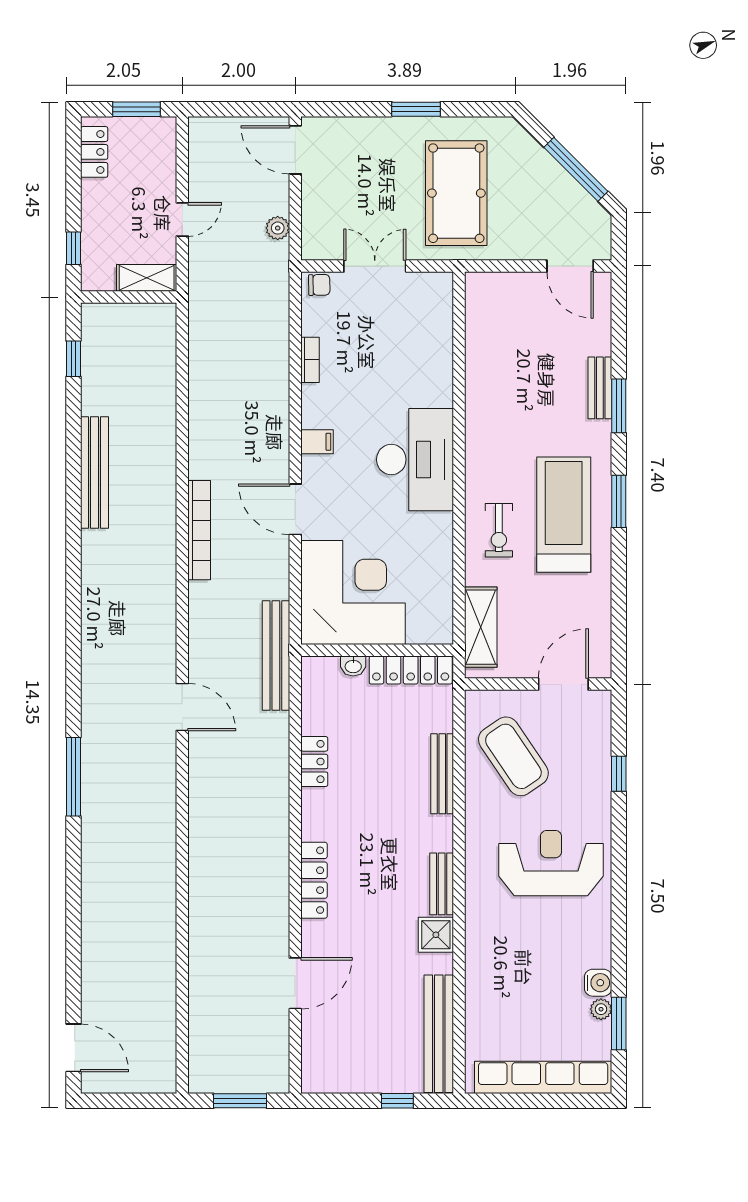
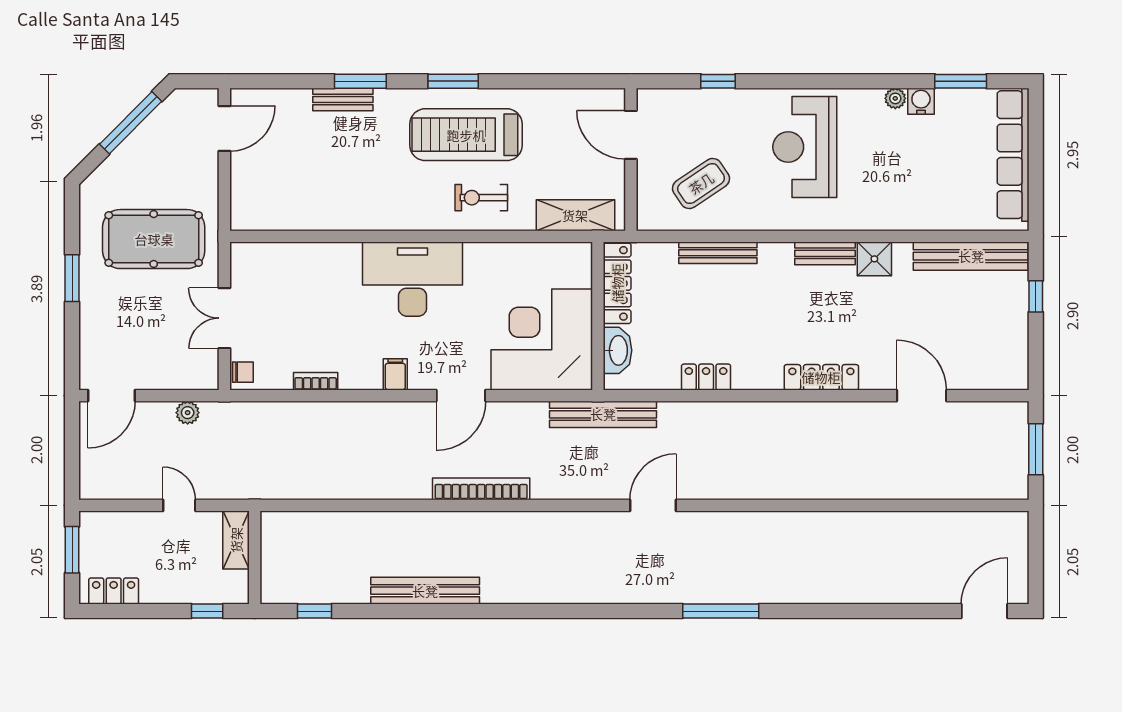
chair: (319, 285) -> (243, 372), turned 91
exercise bike: (499, 530) -> (481, 198), turned 180
washbasin: (353, 666) -> (618, 350), width x1.91, depth x1.45
coffee table: (513, 756) -> (701, 183), width x0.73, depth x0.76
plant: (601, 1009) -> (895, 98), moved

